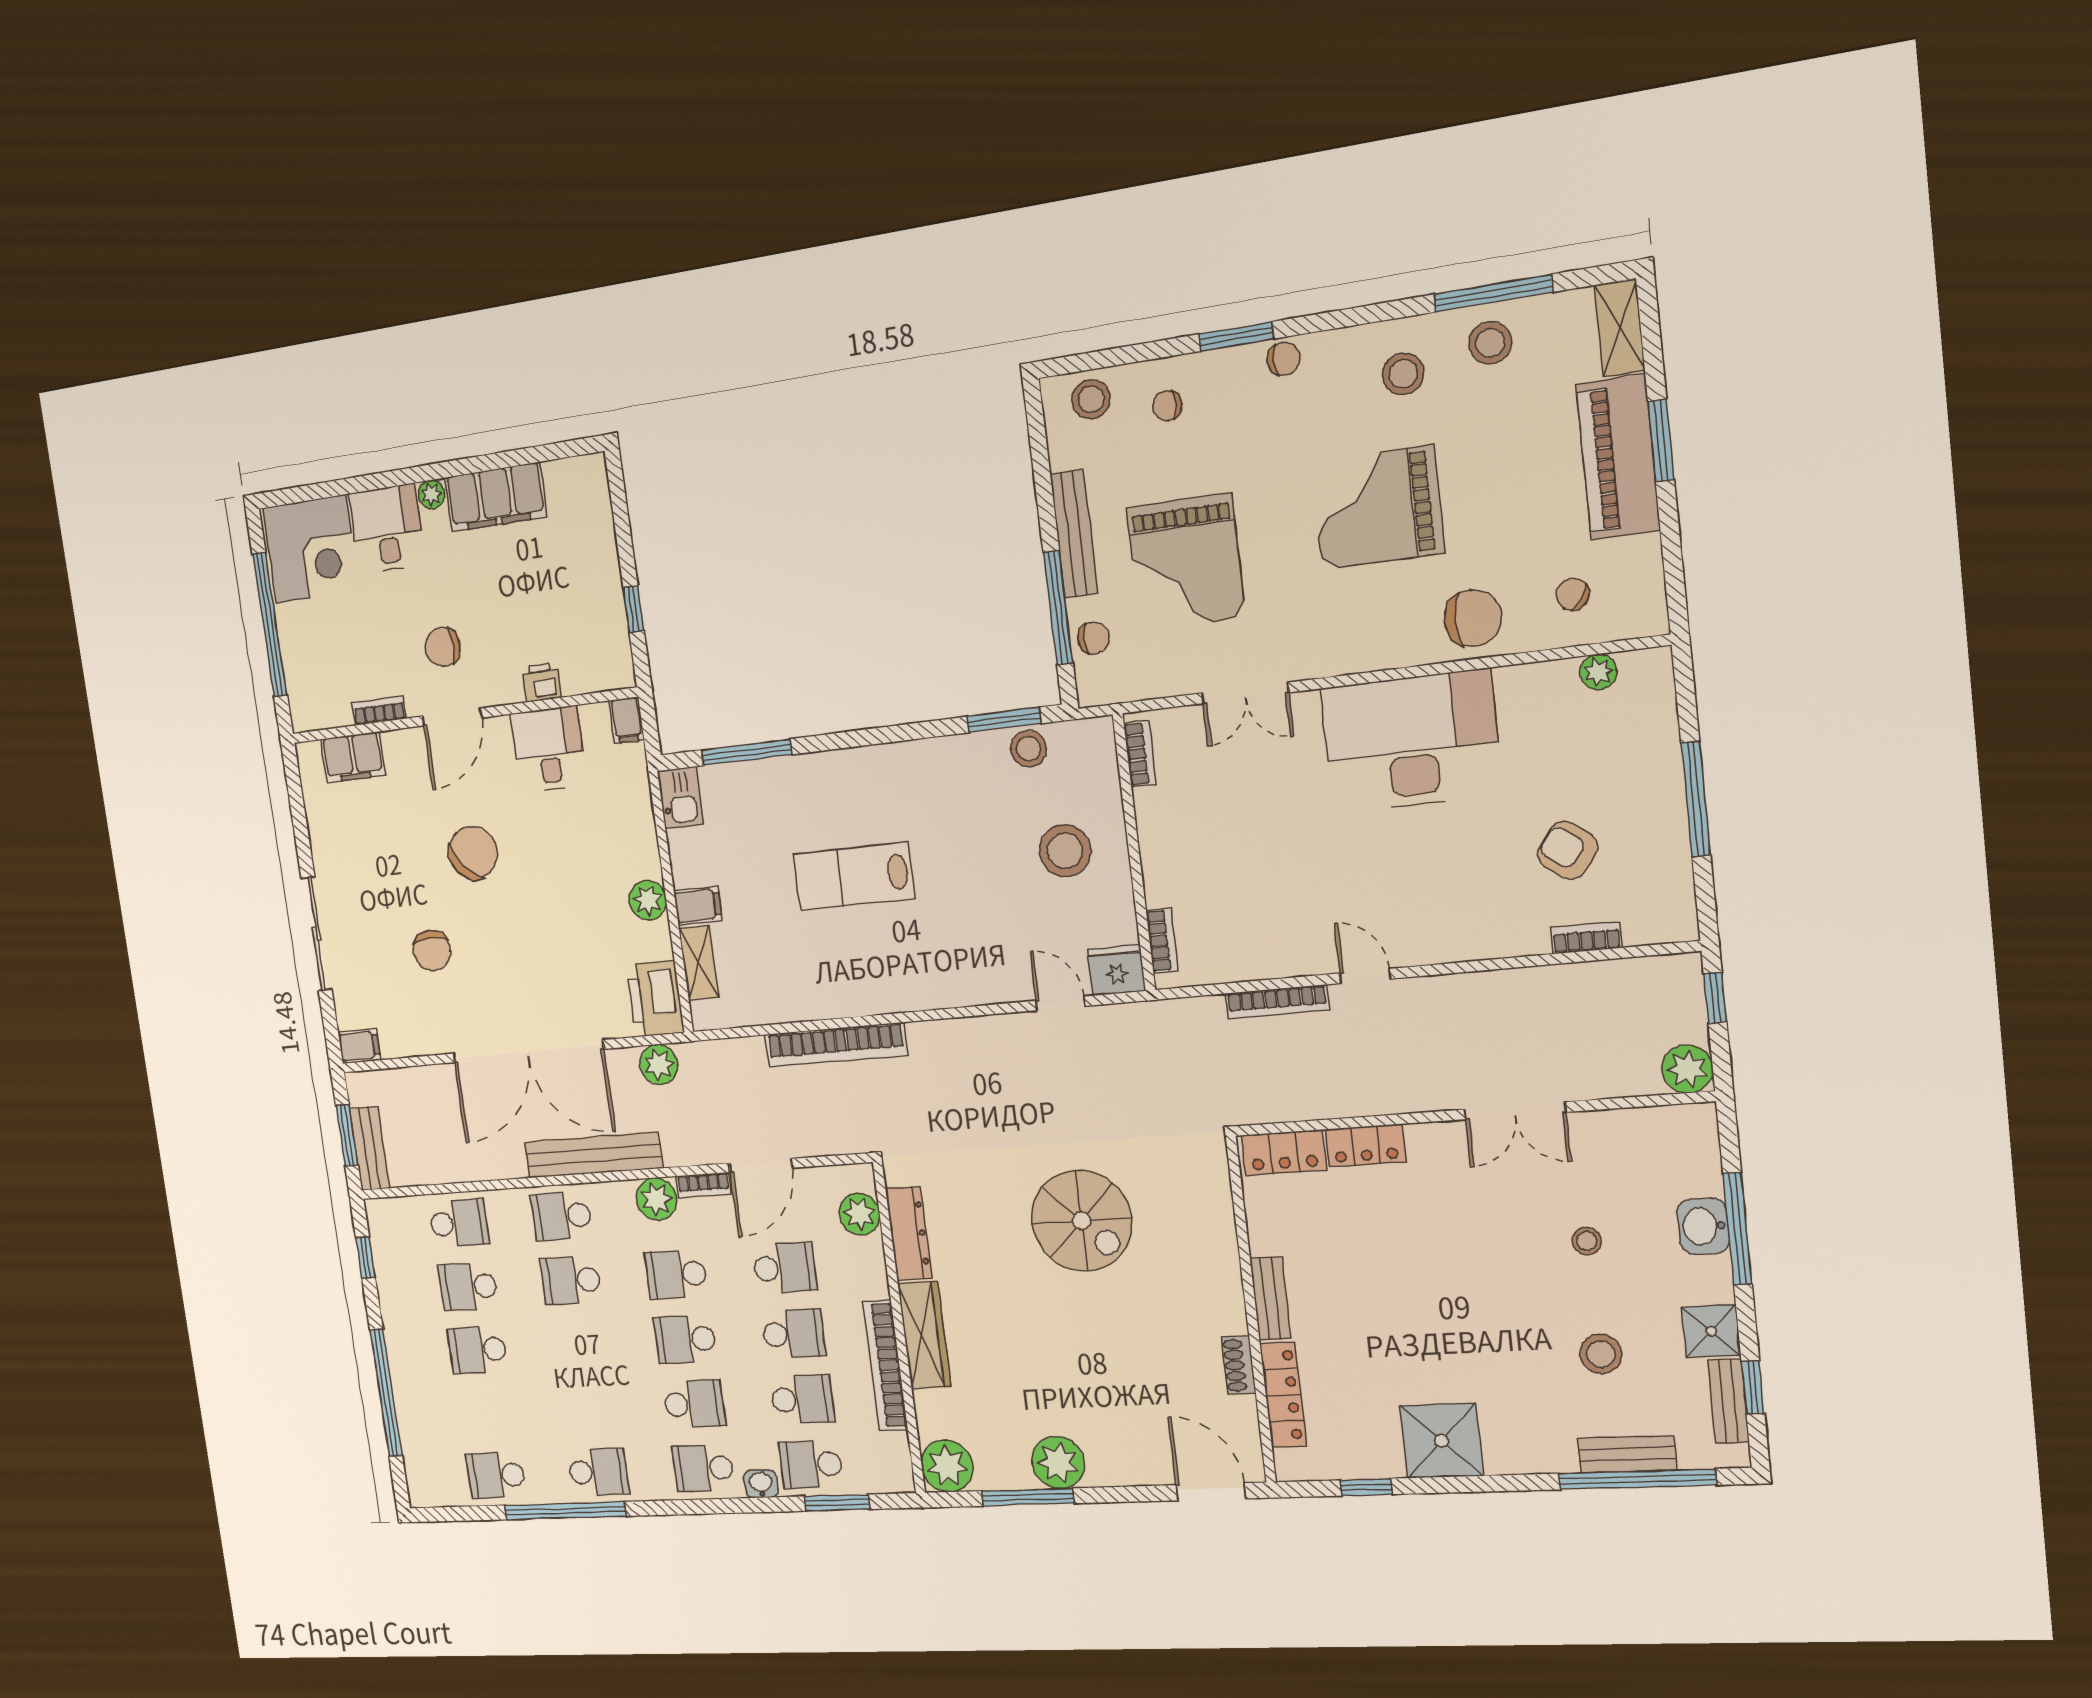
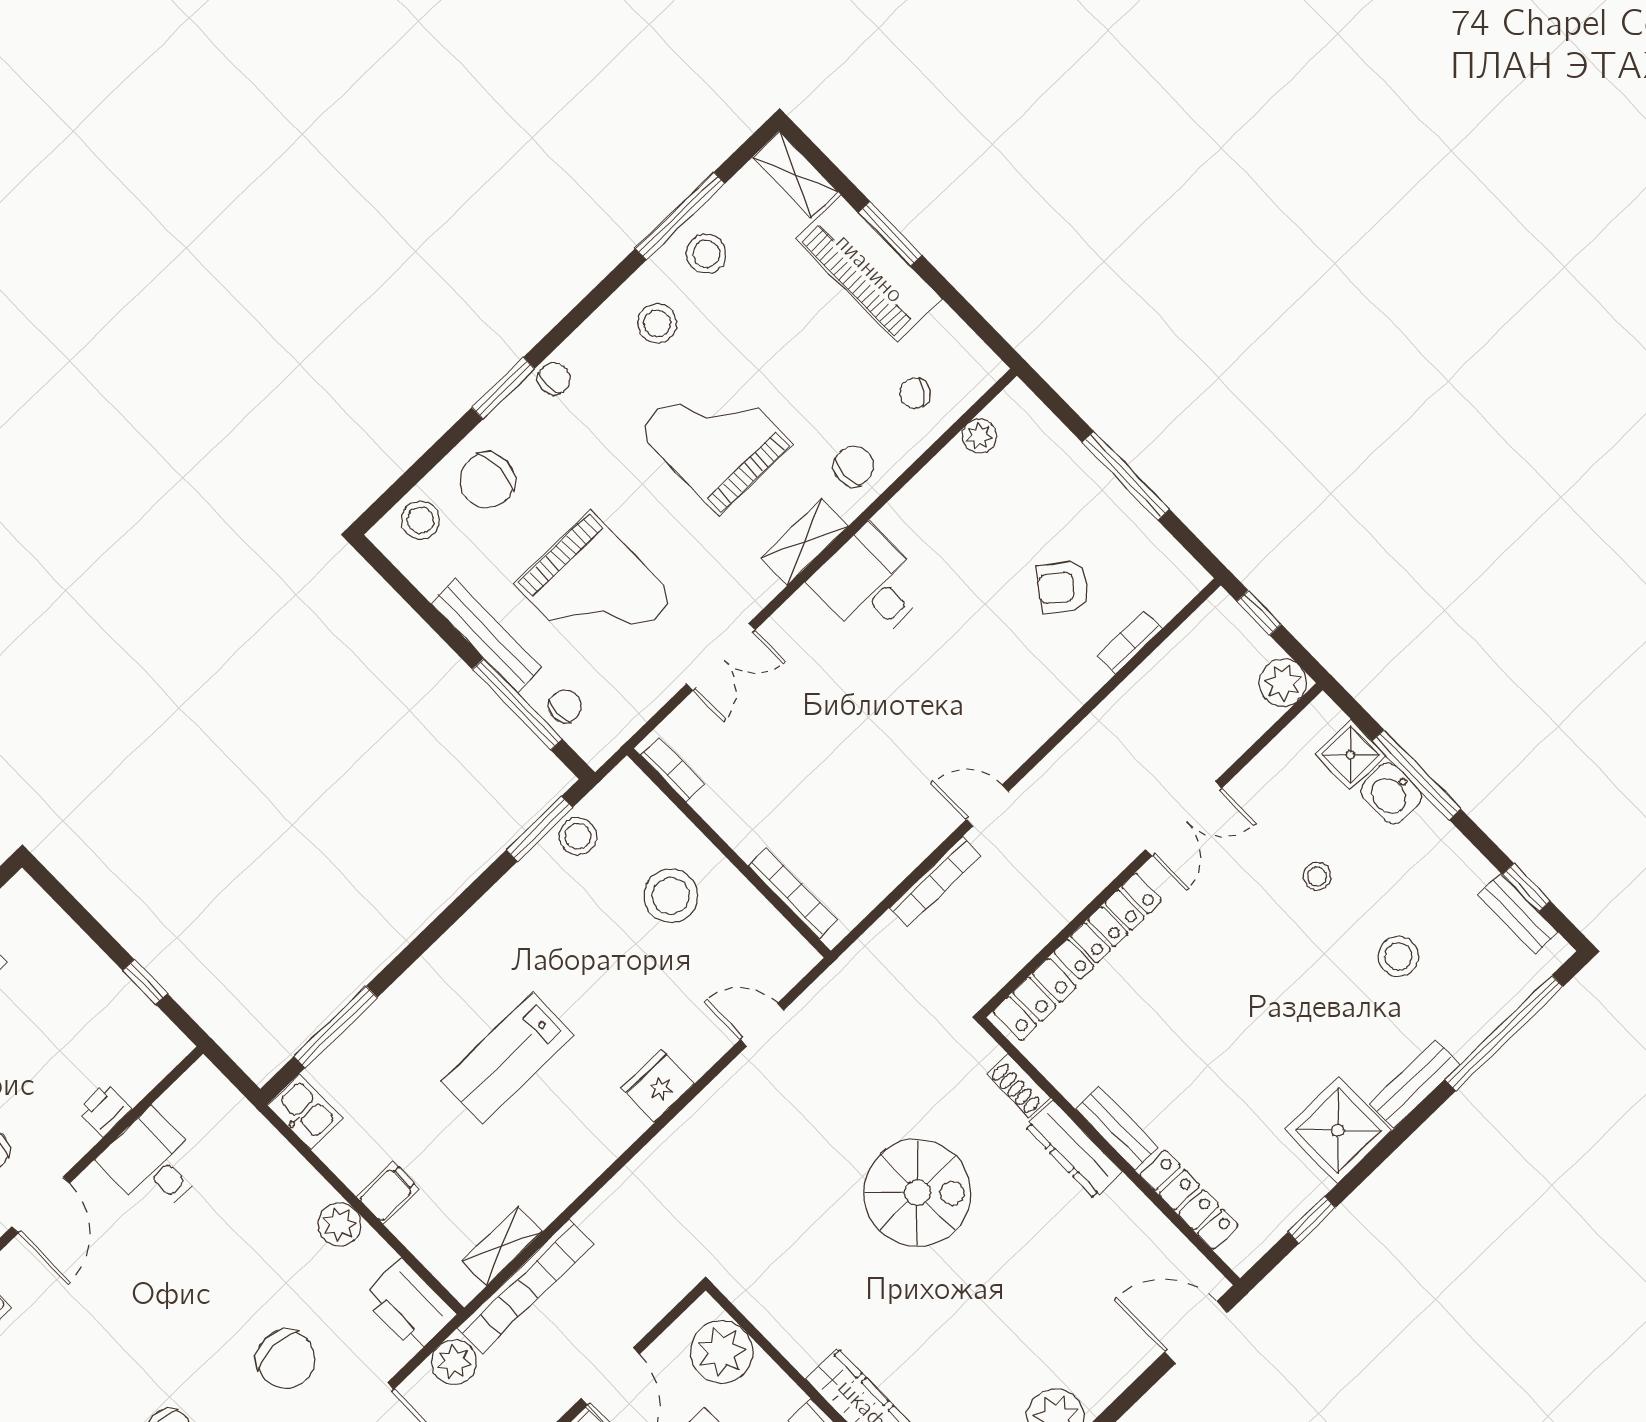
chair: (1167, 406) -> (487, 480), width x1.87, depth x1.87
grand piano: (1377, 508) -> (715, 438), turned 90
chair: (1473, 618) -> (854, 466), width x0.73, depth x0.73
shelving: (1384, 650) -> (805, 542), added
filing cabinet: (627, 720) -> (207, 1082), removed
desk: (1411, 741) -> (870, 585), width x0.53, depth x0.77
chair: (473, 853) -> (286, 1359), moved, turned 132
bookcase: (1162, 940) -> (793, 893), width x1.56
shelving: (699, 963) -> (502, 1246), moved, turned 90
fridge: (1117, 970) -> (658, 1086), moved
bookcase: (836, 1045) -> (525, 1286), moved
locker: (1366, 1146) -> (1108, 926), width x1.53
plant: (859, 1214) -> (722, 1352), width x1.36, depth x1.36
dresser: (909, 1234) -> (1073, 1149), moved, turned 180
shower: (1711, 1331) -> (1350, 755), moved
shoe rack: (1238, 1365) -> (1019, 1086), moved
bench: (1627, 1454) -> (1415, 1084), moved

